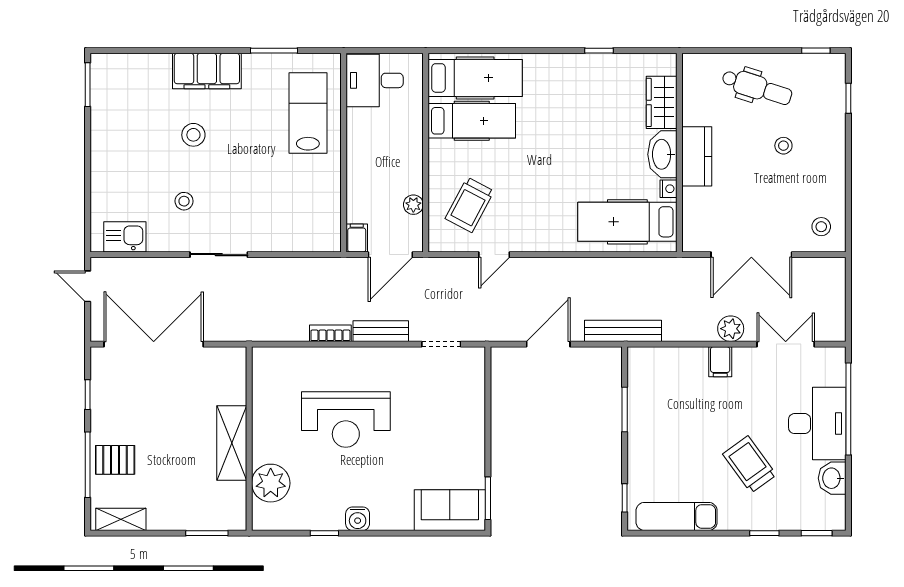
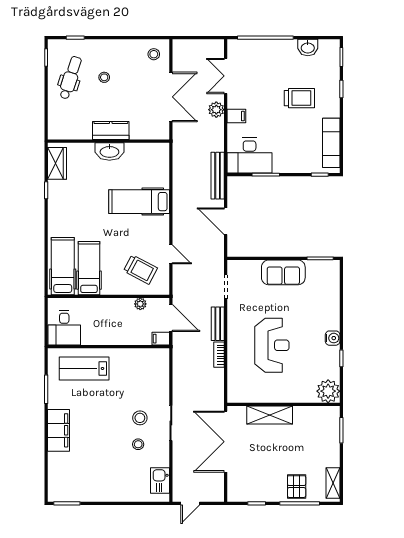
dental chair: (757, 87) -> (70, 78), moved
wardrobe: (662, 102) -> (57, 163), moved, turned -90
stool: (193, 135) -> (140, 418), moved
nightstand: (669, 189) -> (131, 148), removed
hospital bed: (627, 222) -> (139, 202), moved, turned 90
double door: (154, 344) -> (226, 442), moved
desk: (817, 424) -> (250, 156), moved, turned 180
shelving: (232, 443) -> (270, 415), moved
trolley: (750, 464) -> (299, 98), turned -144
plant: (271, 483) -> (328, 391), moved
sofa: (450, 510) -> (283, 272), moved, turned -90

